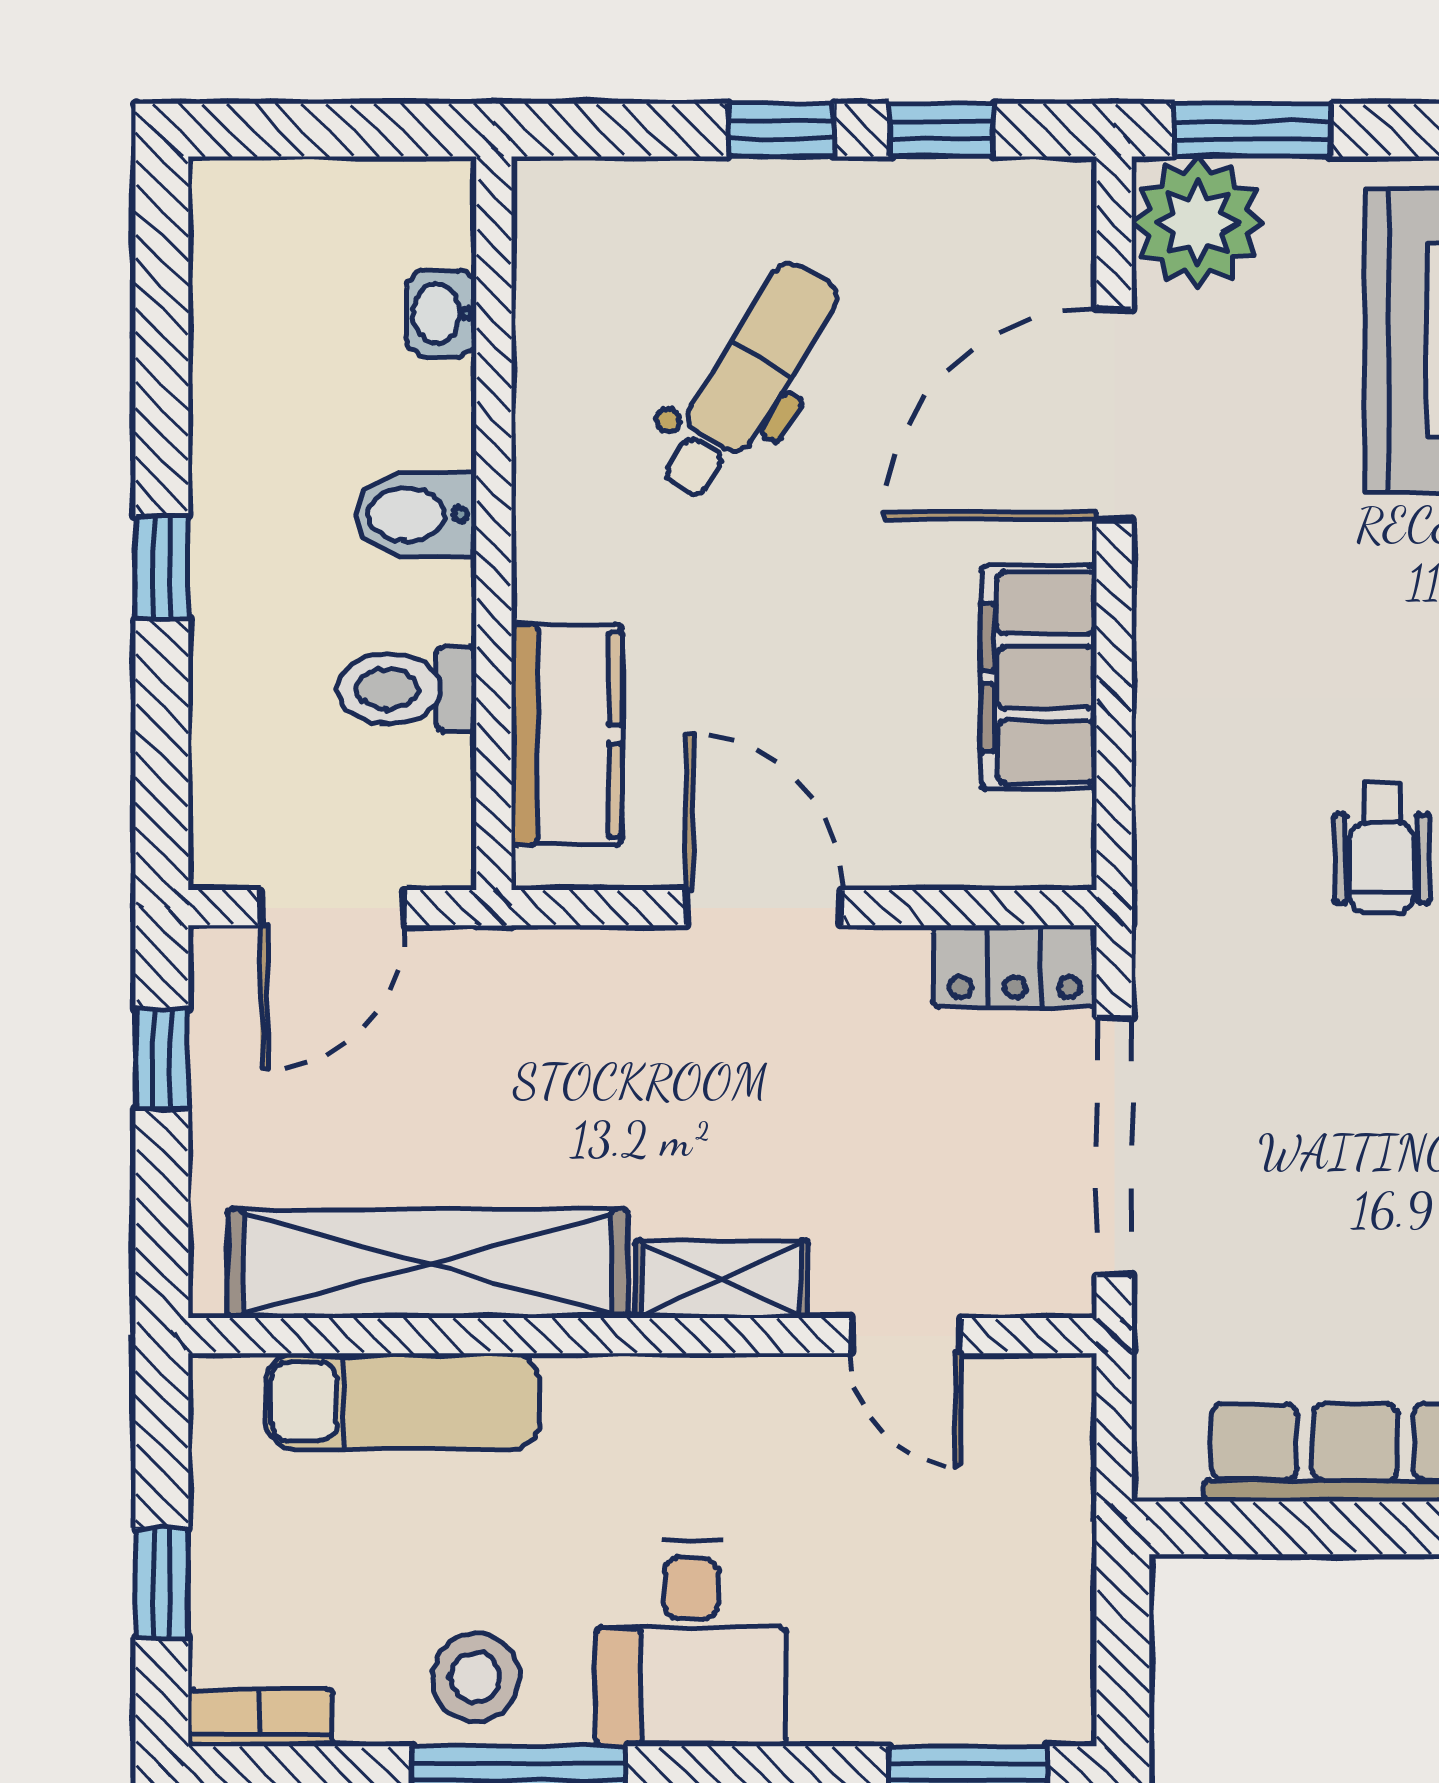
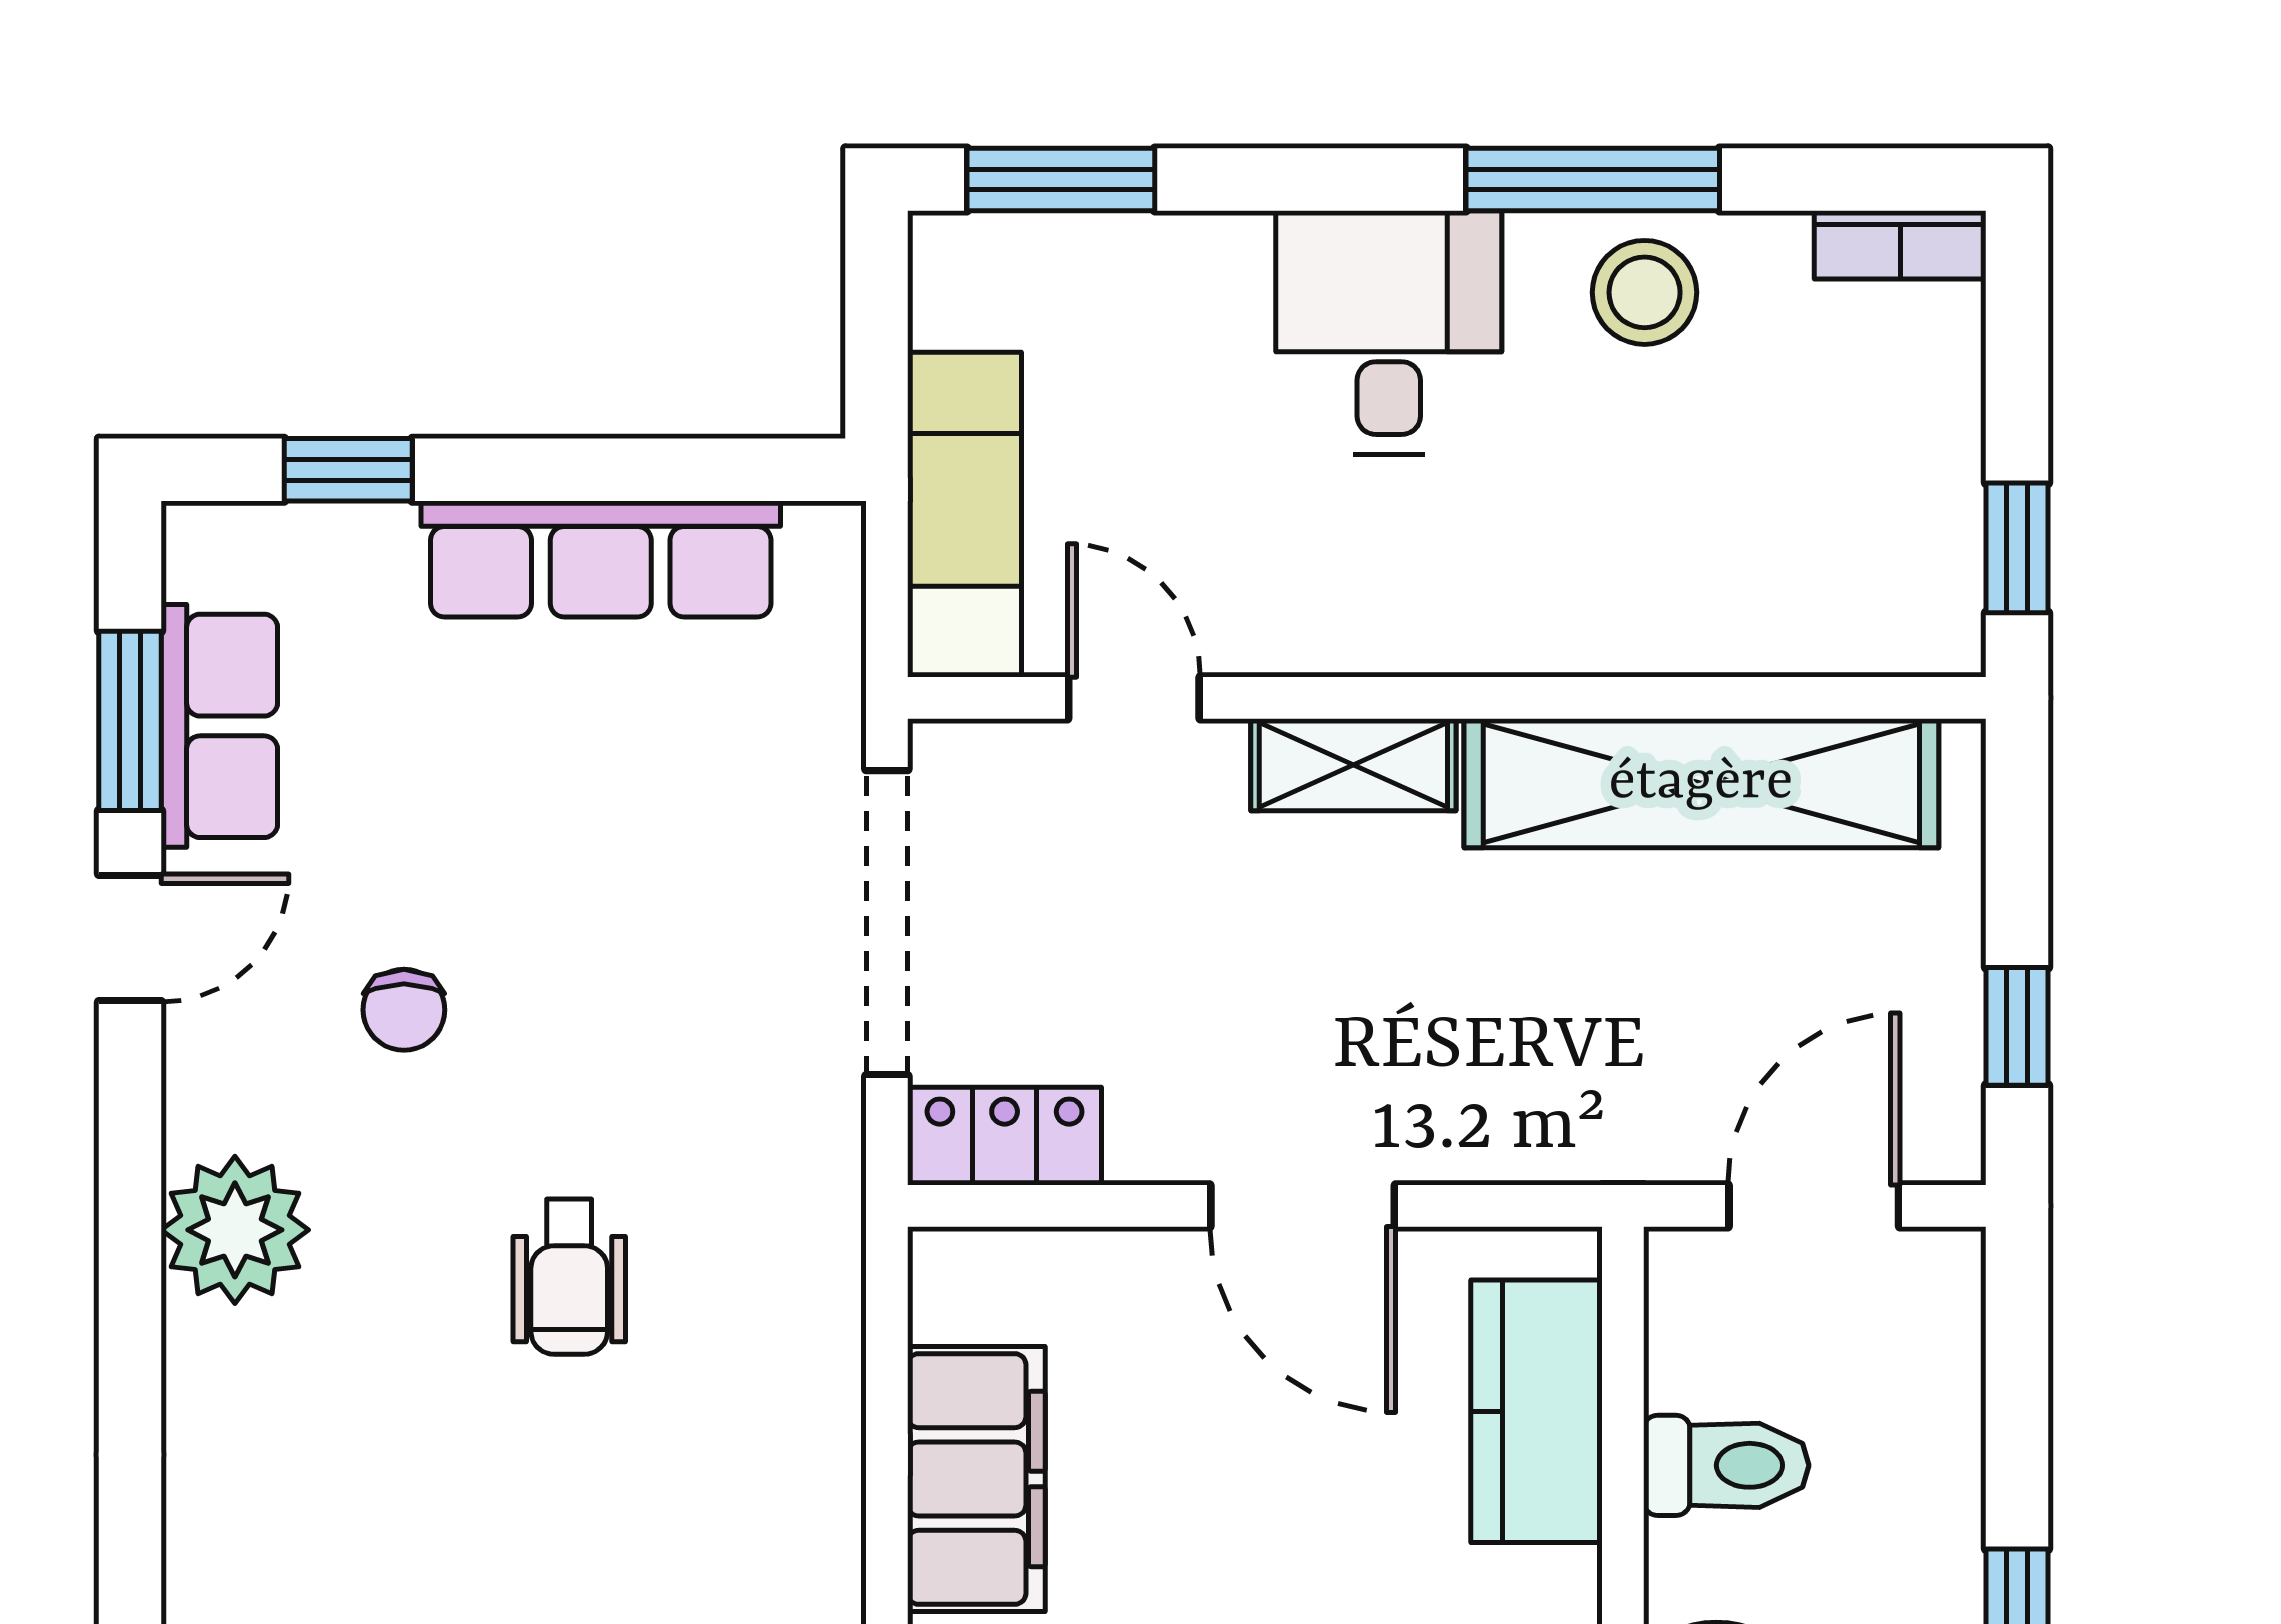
wheelchair: (1382, 848) -> (569, 1277), turned 180
exam couch: (403, 1401) -> (965, 515), moved, turned 90
window: (162, 1583) -> (2017, 548), moved

